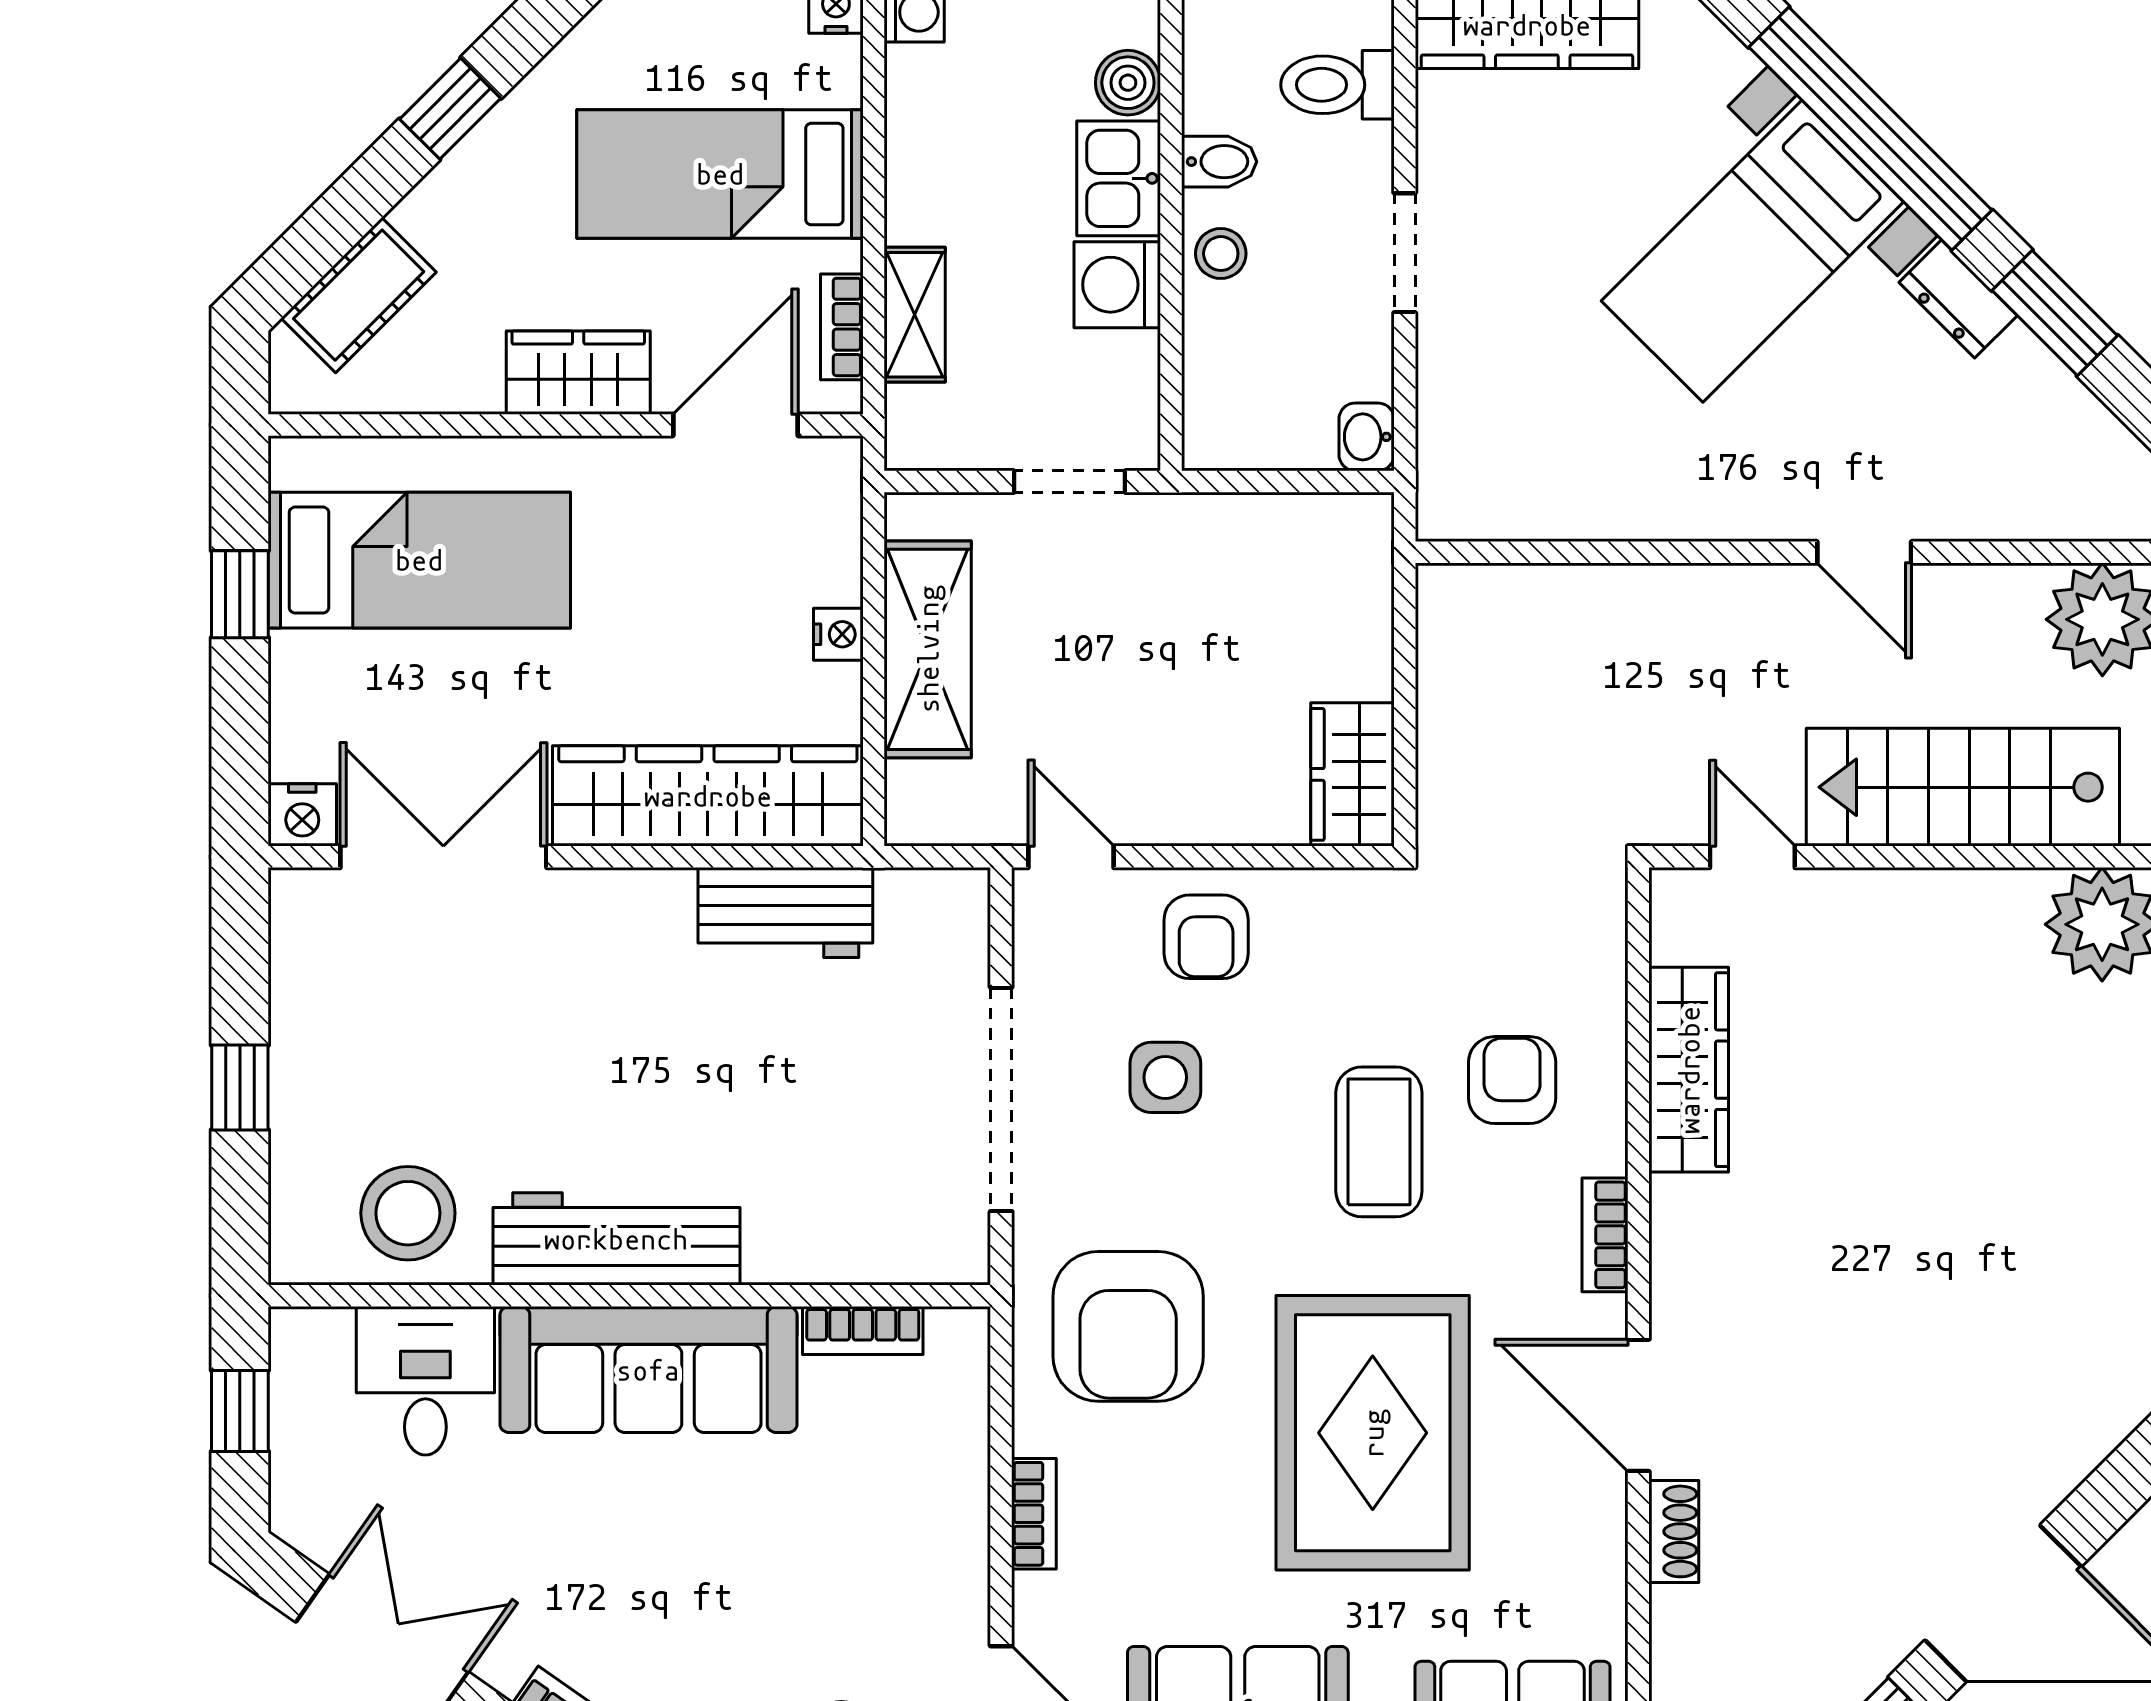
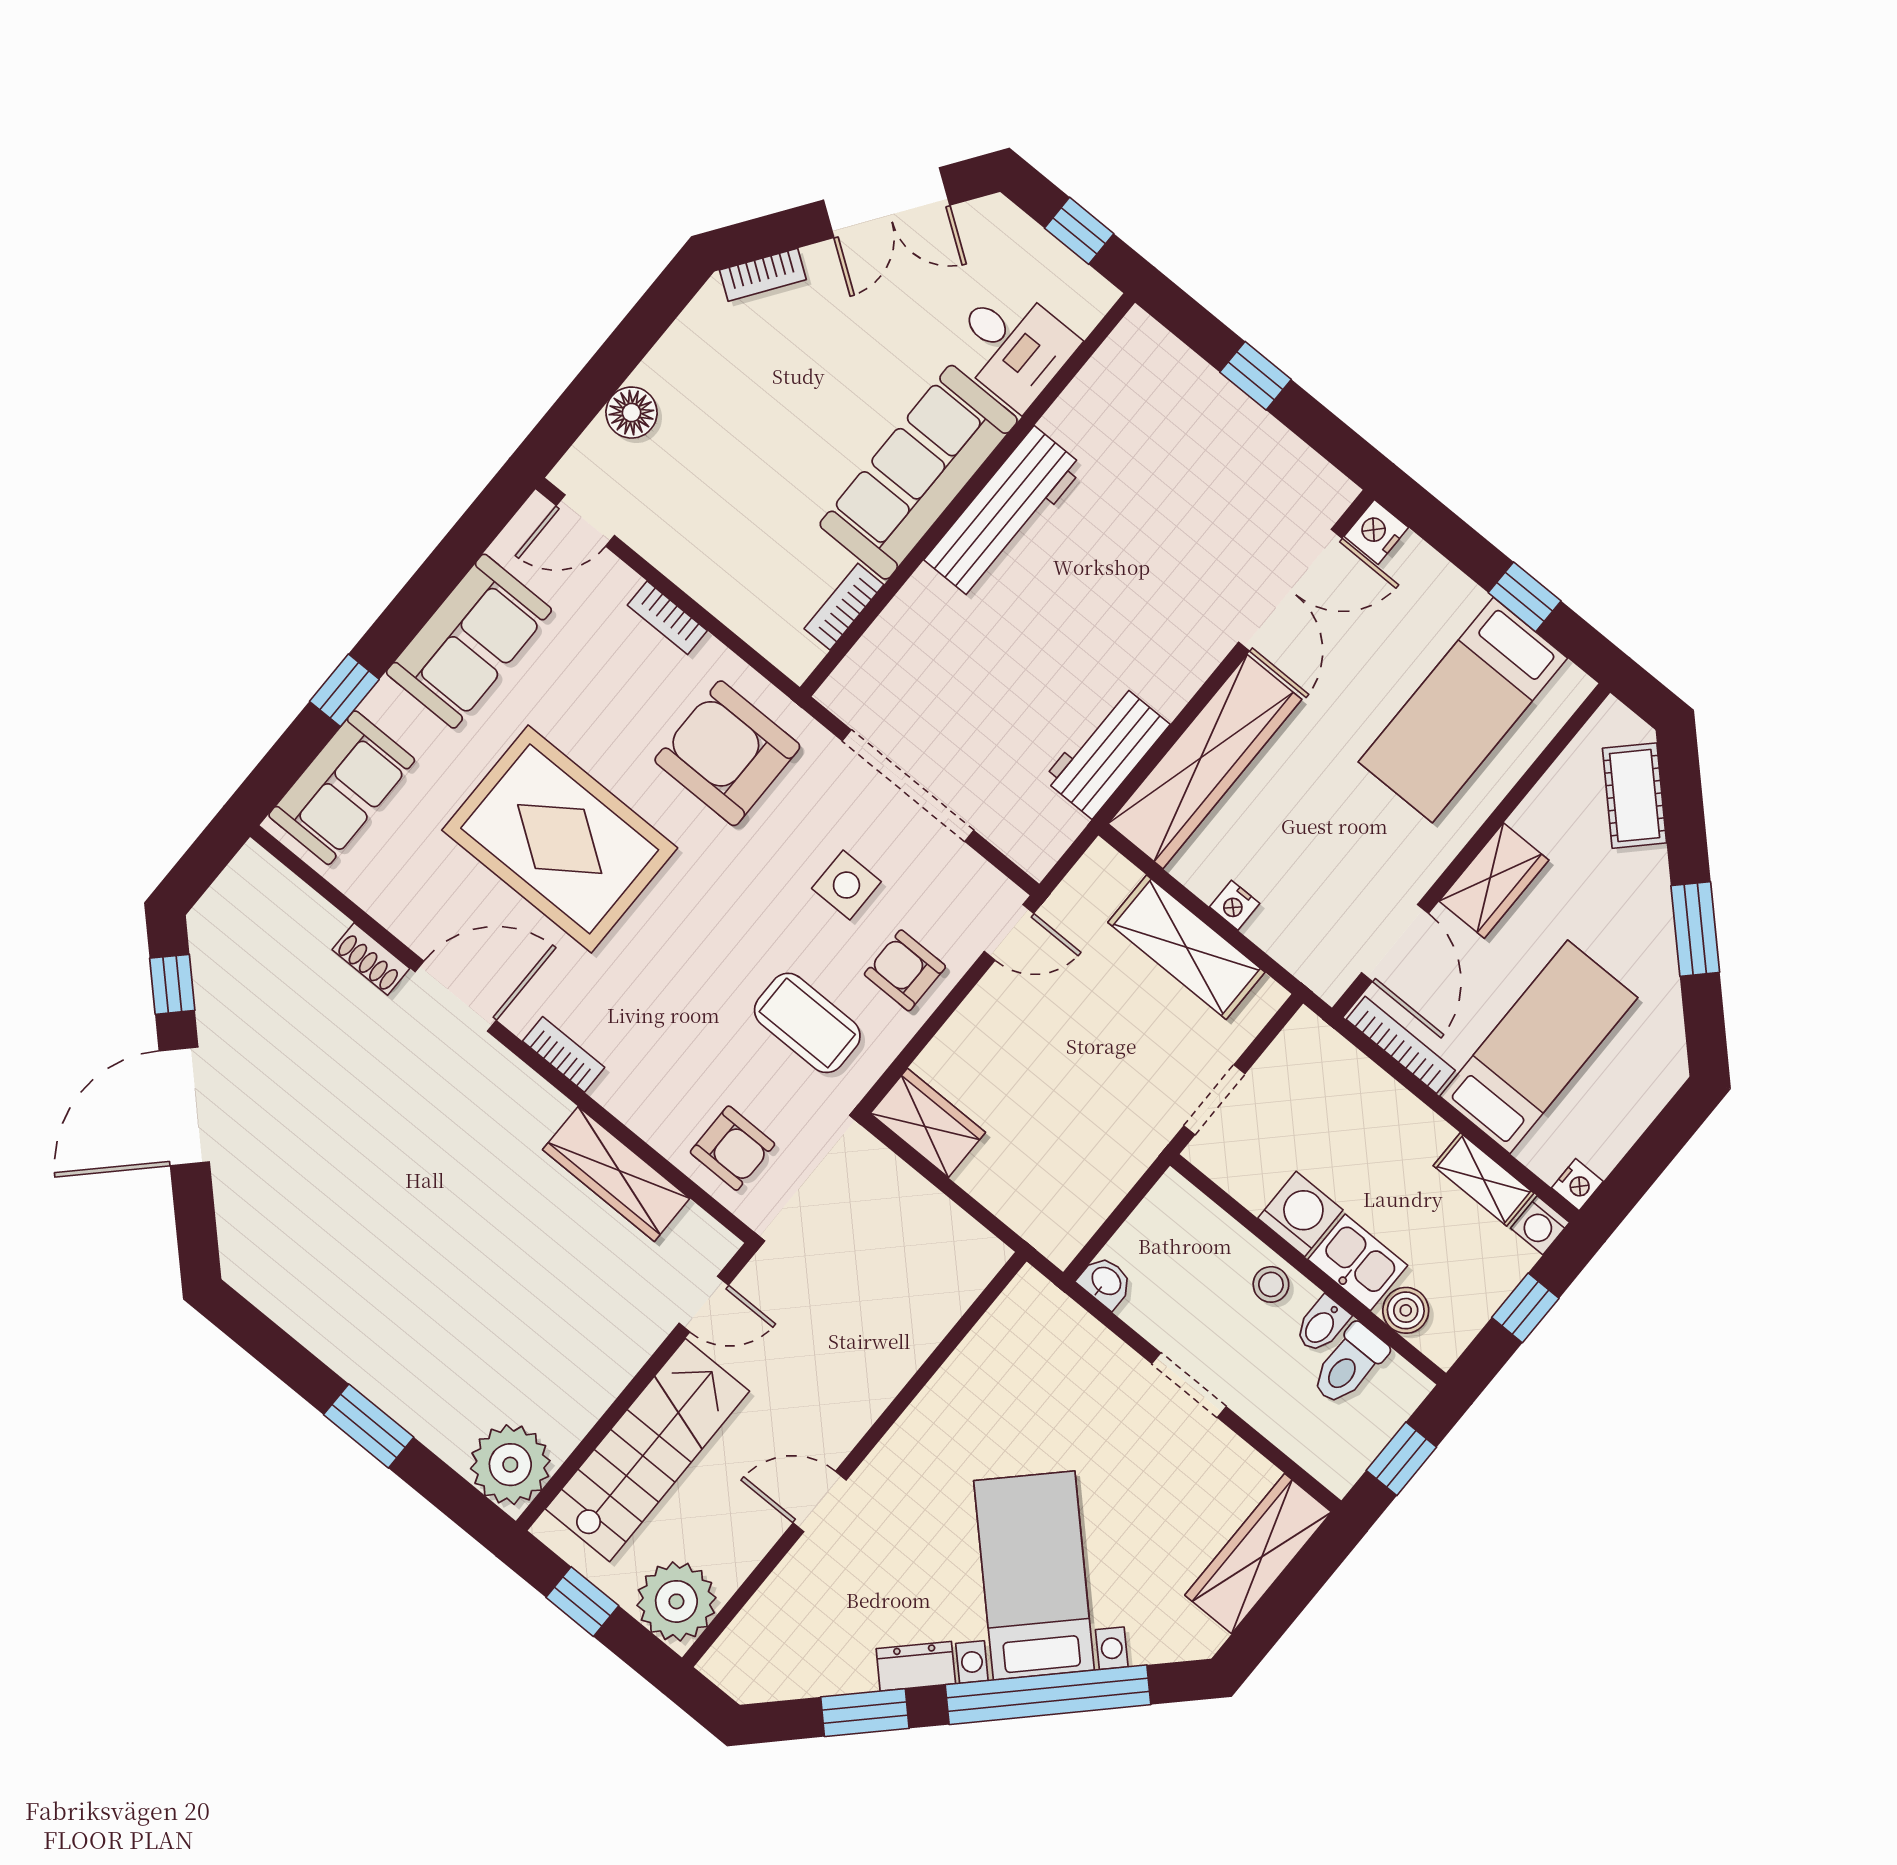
toilet: (1337, 85) -> (1349, 1365), moved, turned 180
window: (450, 109) -> (1695, 929), width x1.50
shelving: (915, 315) -> (1484, 1179), moved
bookcase: (842, 327) -> (1401, 1045), width x1.56
armchair: (1512, 1080) -> (733, 1148), moved
coffee table: (1379, 1142) -> (807, 1023), moved
stool: (408, 1213) -> (1112, 411), removed

